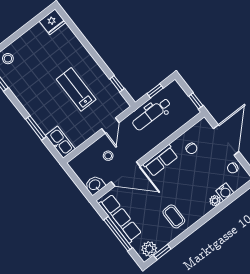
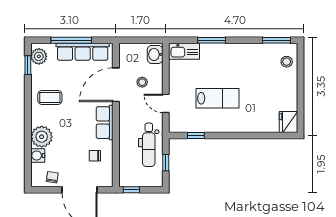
dental chair: (152, 114) -> (149, 145), turned 180
washbasin: (95, 185) -> (155, 54), moved, turned 180
plant: (215, 201) -> (42, 137), width x1.87, depth x1.87

